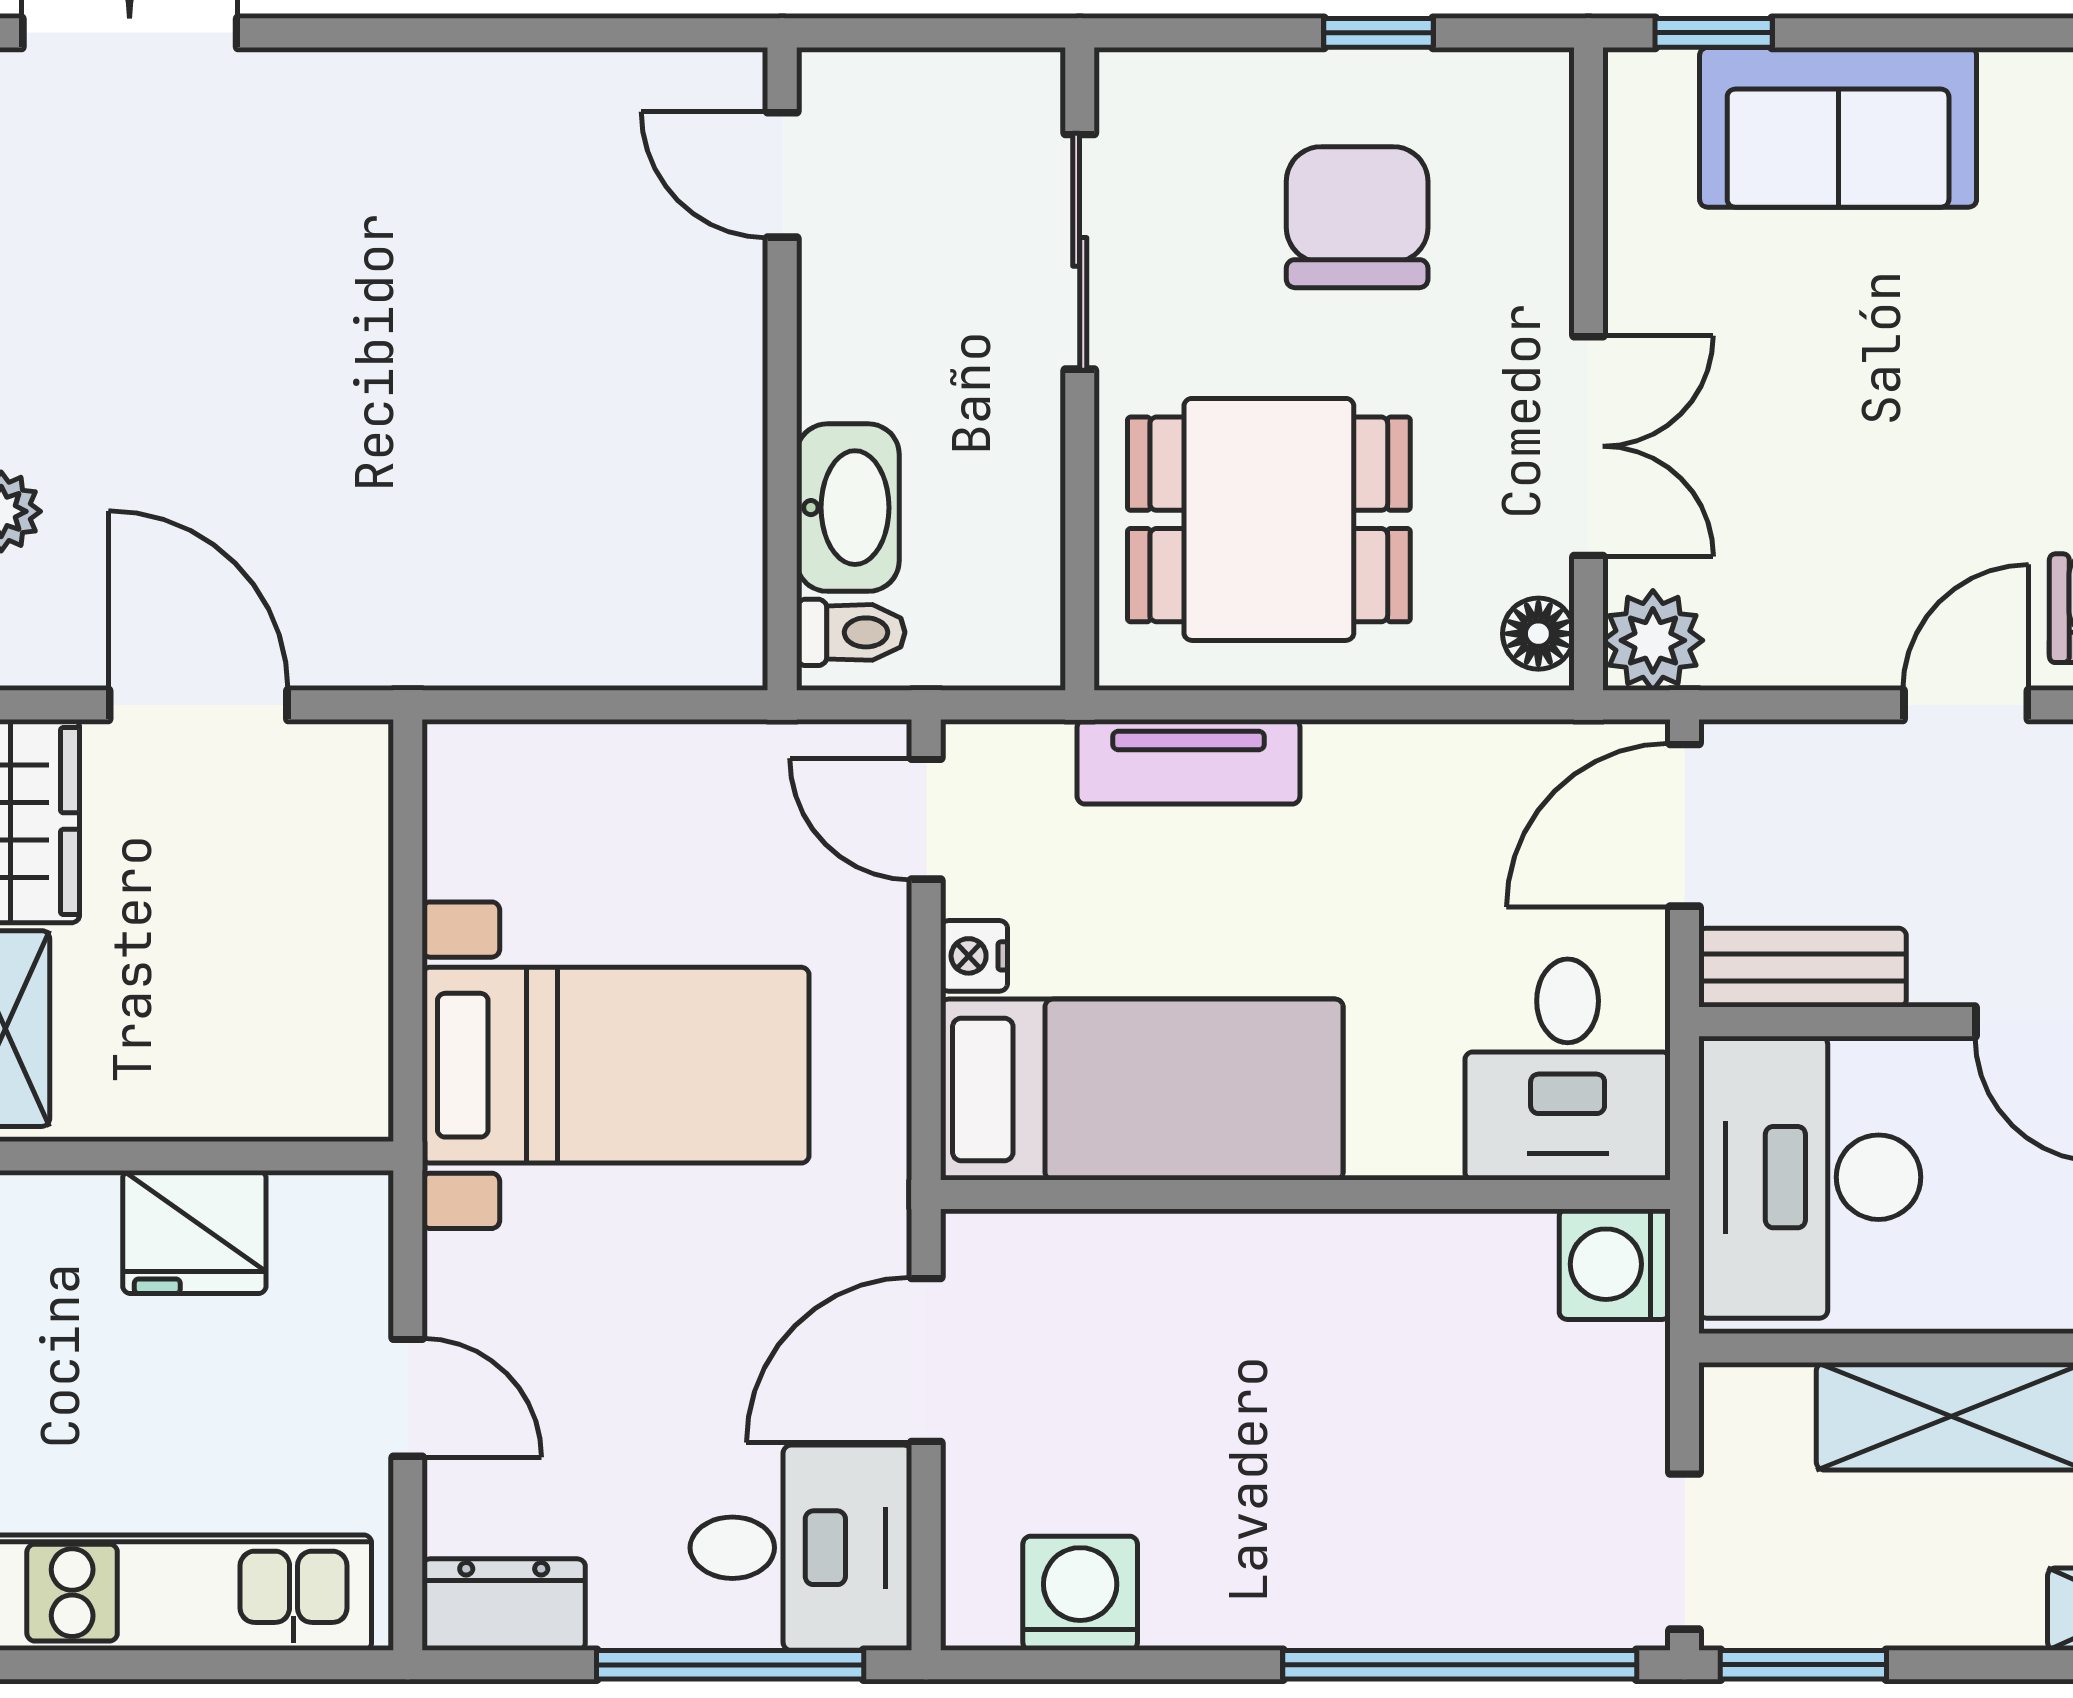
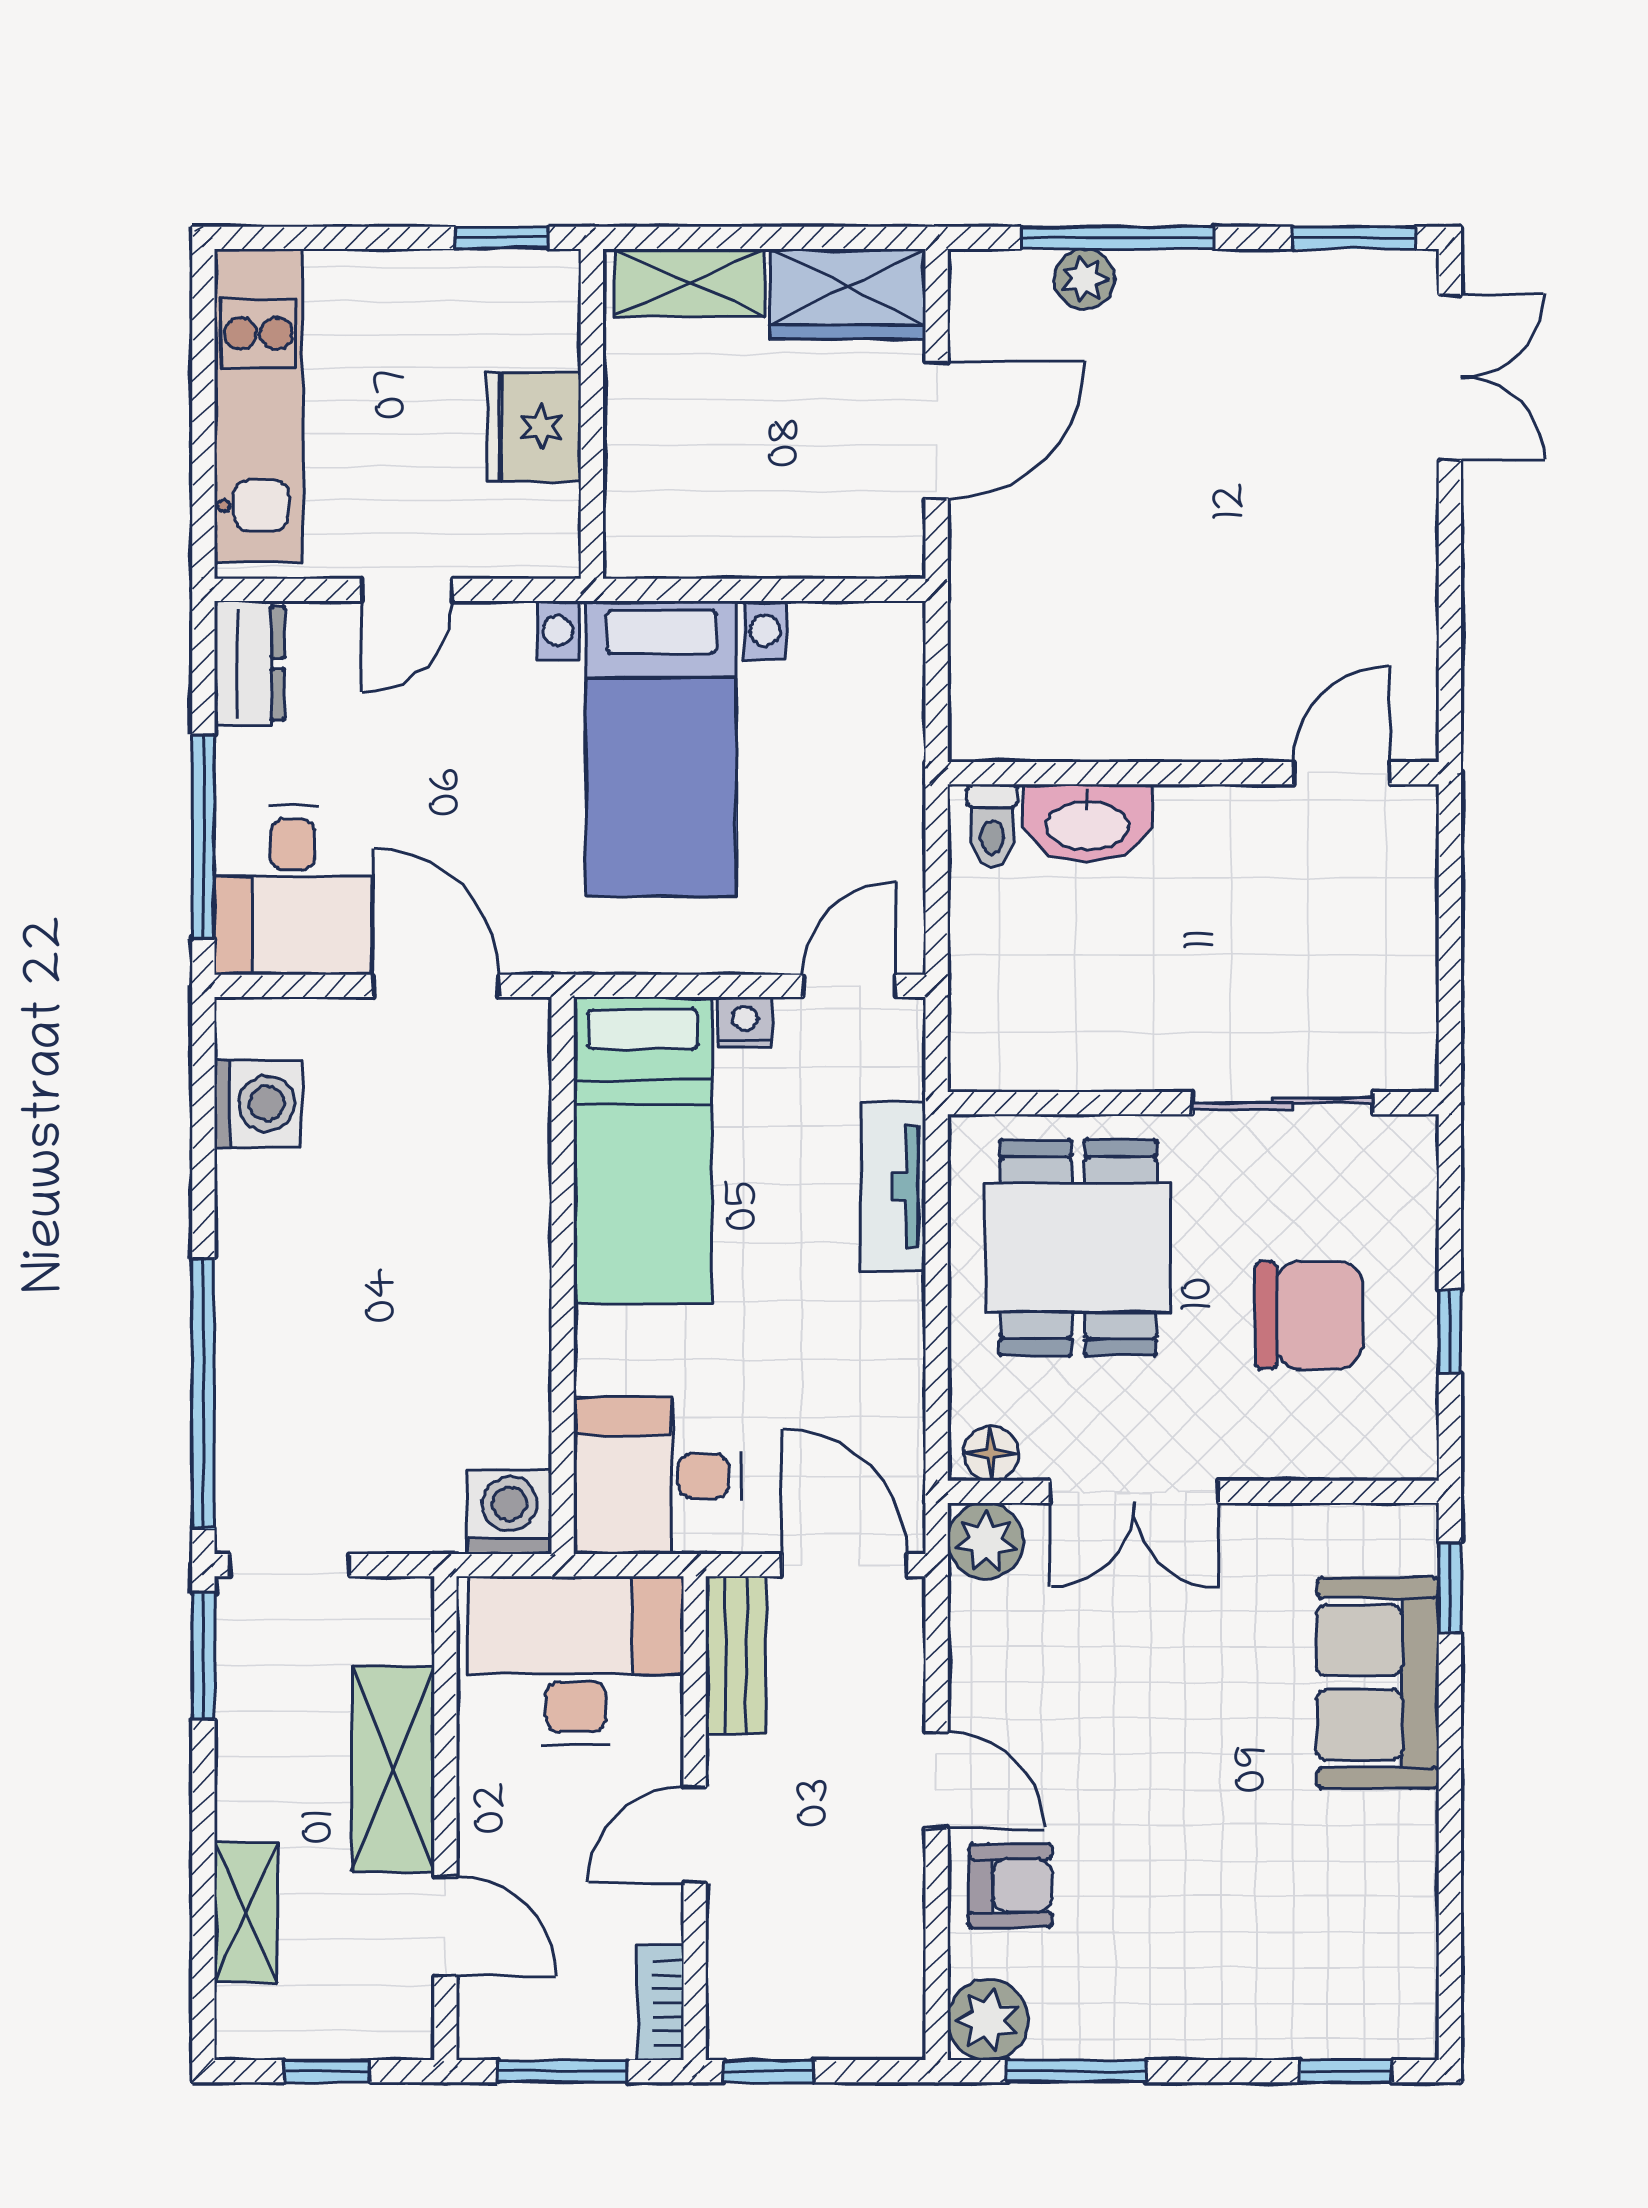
door: (782, 175) -> (1341, 773), moved
wall: (782, 369) -> (1193, 773), moved
washbasin: (848, 508) -> (1087, 823), moved
toilet: (851, 632) -> (992, 826), moved

